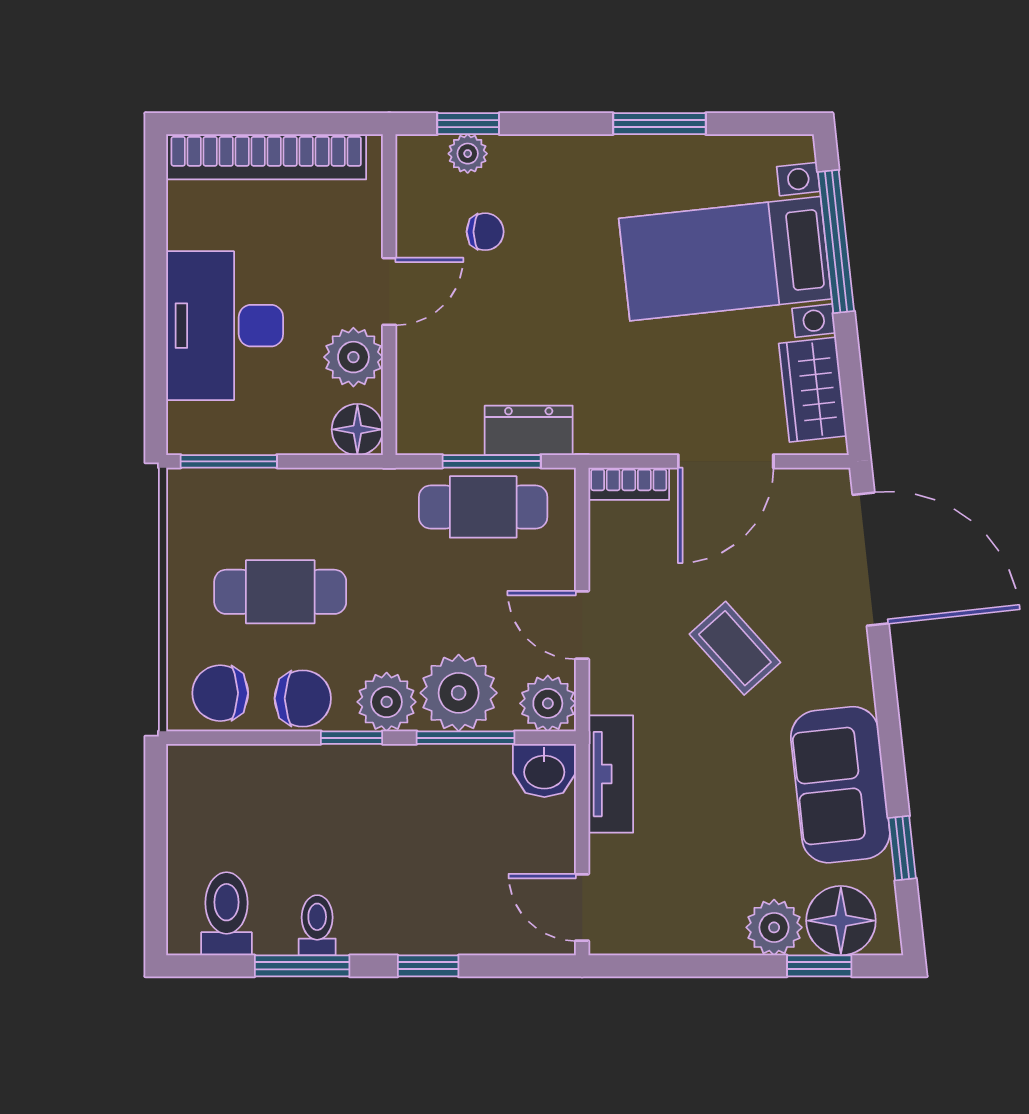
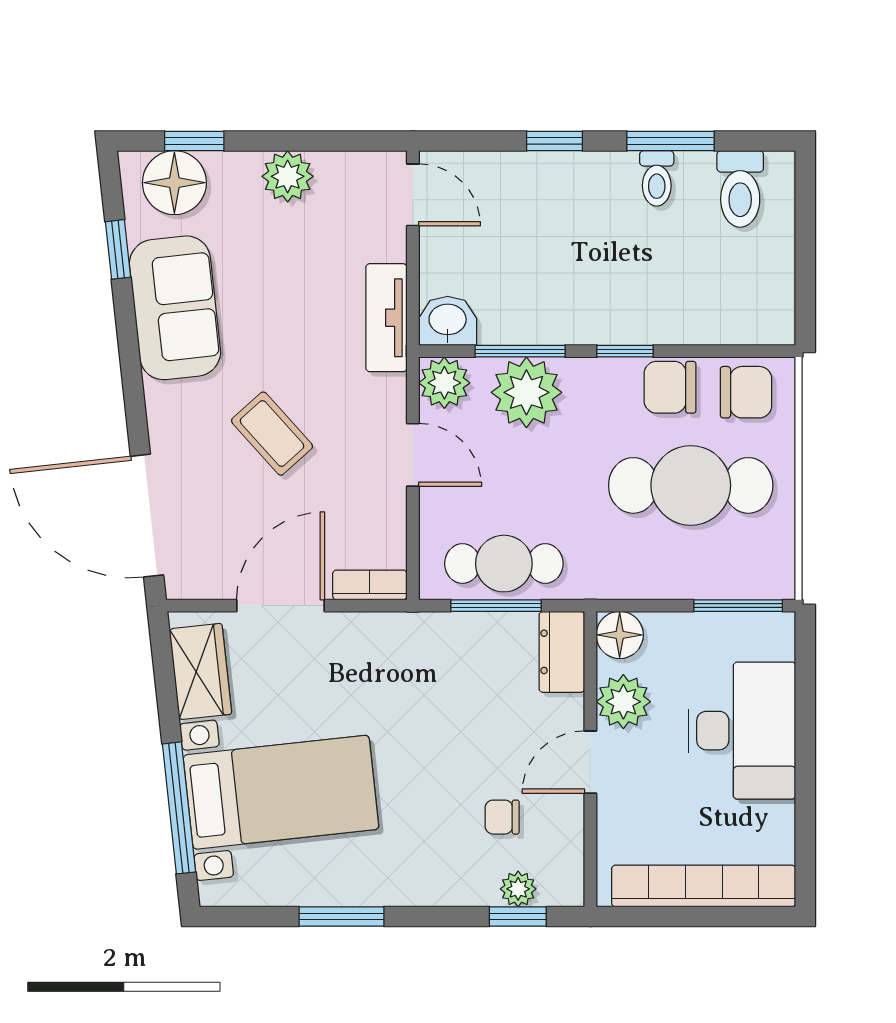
dresser: (529, 430) -> (562, 652), moved, turned 90
cafe table: (280, 592) -> (691, 485), width x1.37, depth x1.35
plant: (387, 702) -> (593, 384), removed
plant: (774, 927) -> (288, 176), moved

